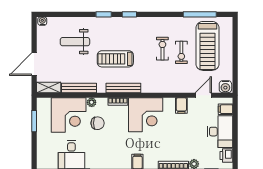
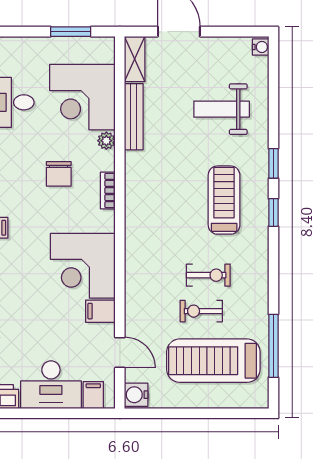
weight bench: (75, 42) -> (222, 109), turned -90
treadmill: (115, 59) -> (224, 200), moved
bench: (123, 88) -> (134, 201), removed
corner desk: (146, 115) -> (83, 266), moved
chair: (98, 123) -> (59, 174), moved

